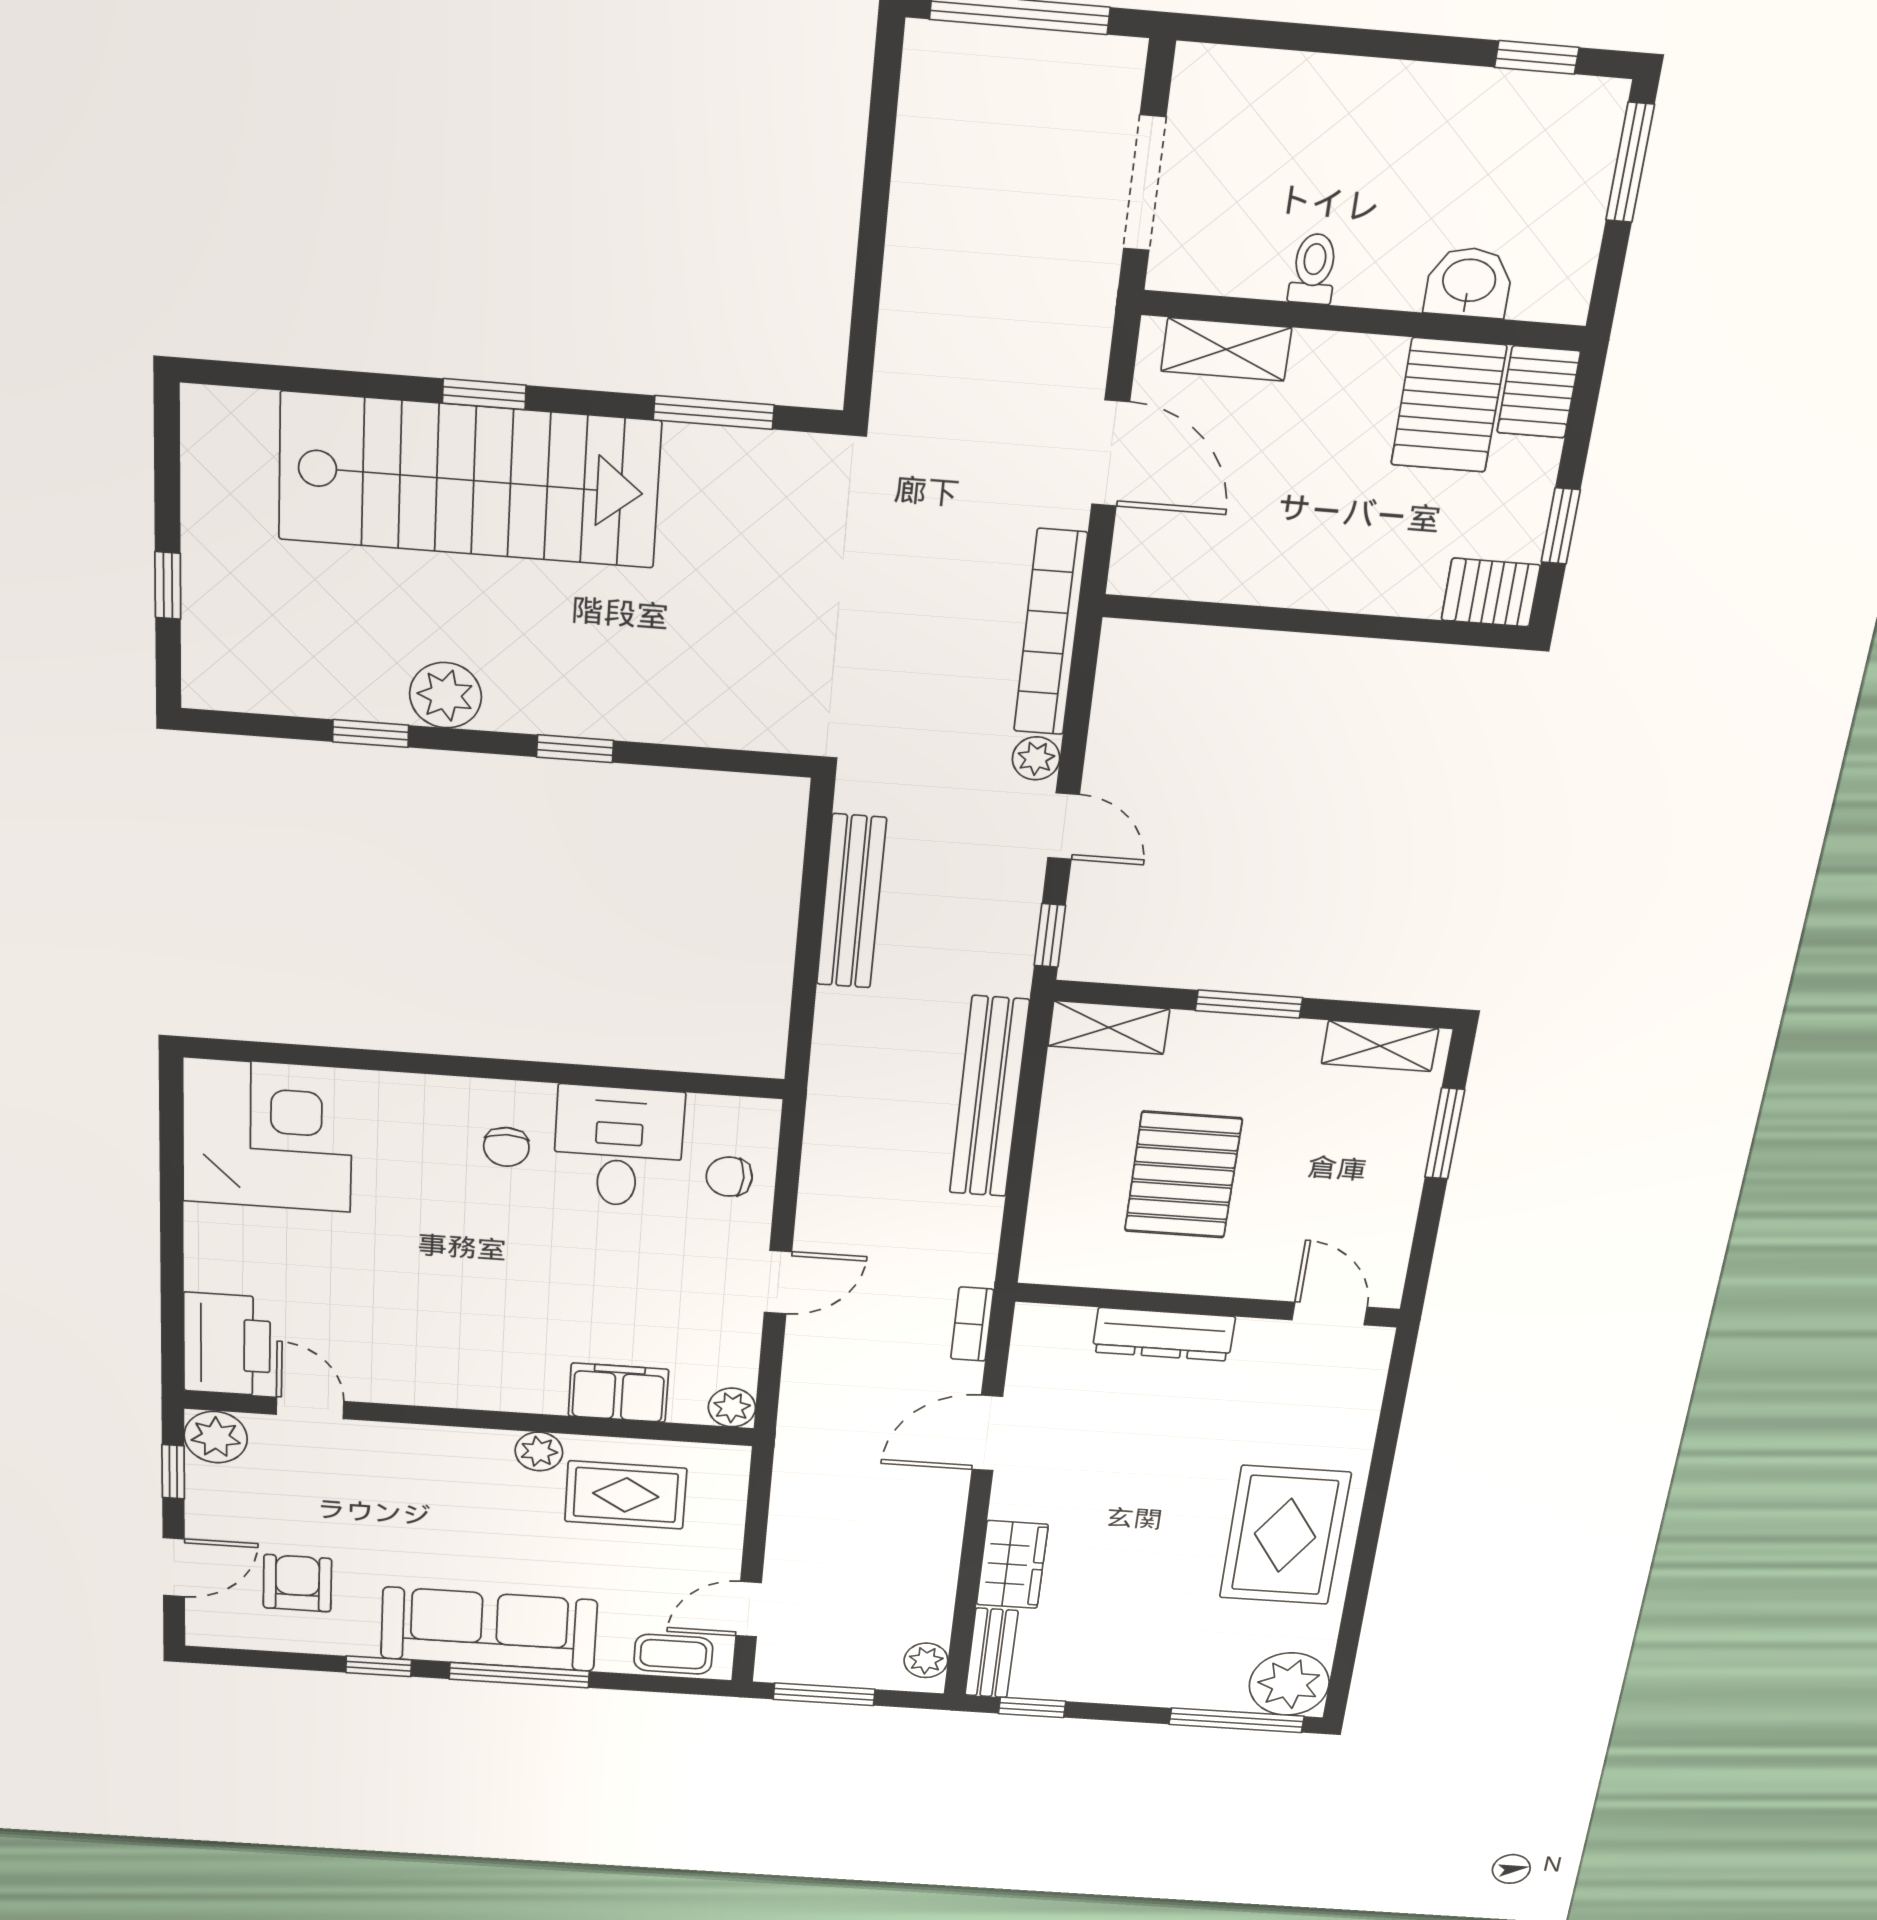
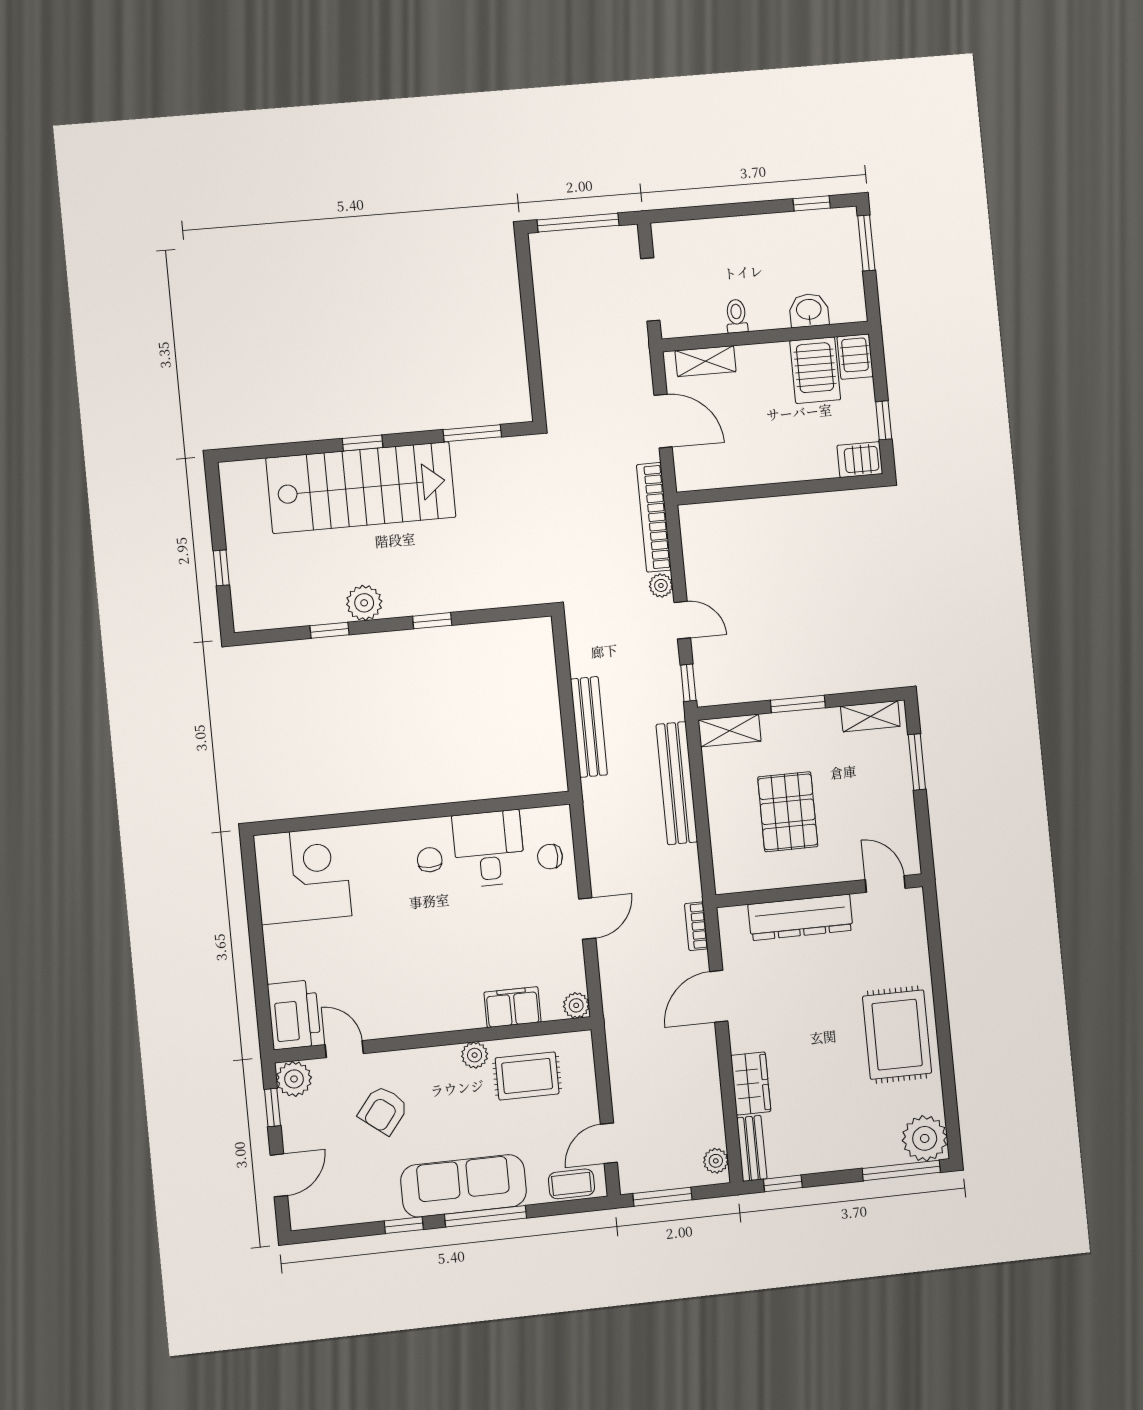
bench: (851, 902) -> (589, 727), moved
chair: (506, 1147) -> (430, 860), turned 180
dresser: (1164, 1334) -> (800, 917), width x1.37, depth x1.24
armchair: (297, 1583) -> (383, 1110), moved, turned -142

